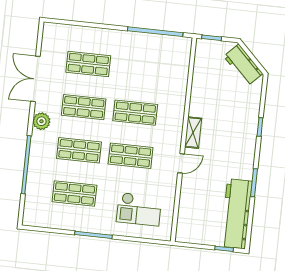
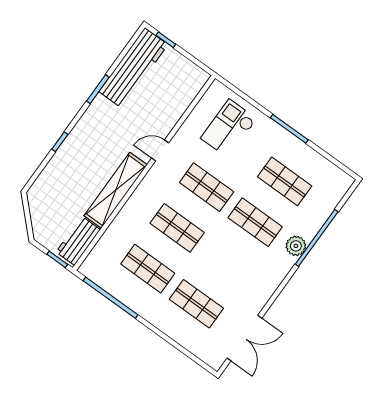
workbench: (243, 65) -> (78, 241), moved, turned -135
double door: (35, 79) -> (244, 338), moved
shop shelf: (84, 107) -> (148, 269), moved
plant: (41, 121) -> (296, 246), moved
shelving: (193, 133) -> (116, 190), width x2.20, depth x1.33
checkout: (139, 209) -> (229, 128), turned -90

